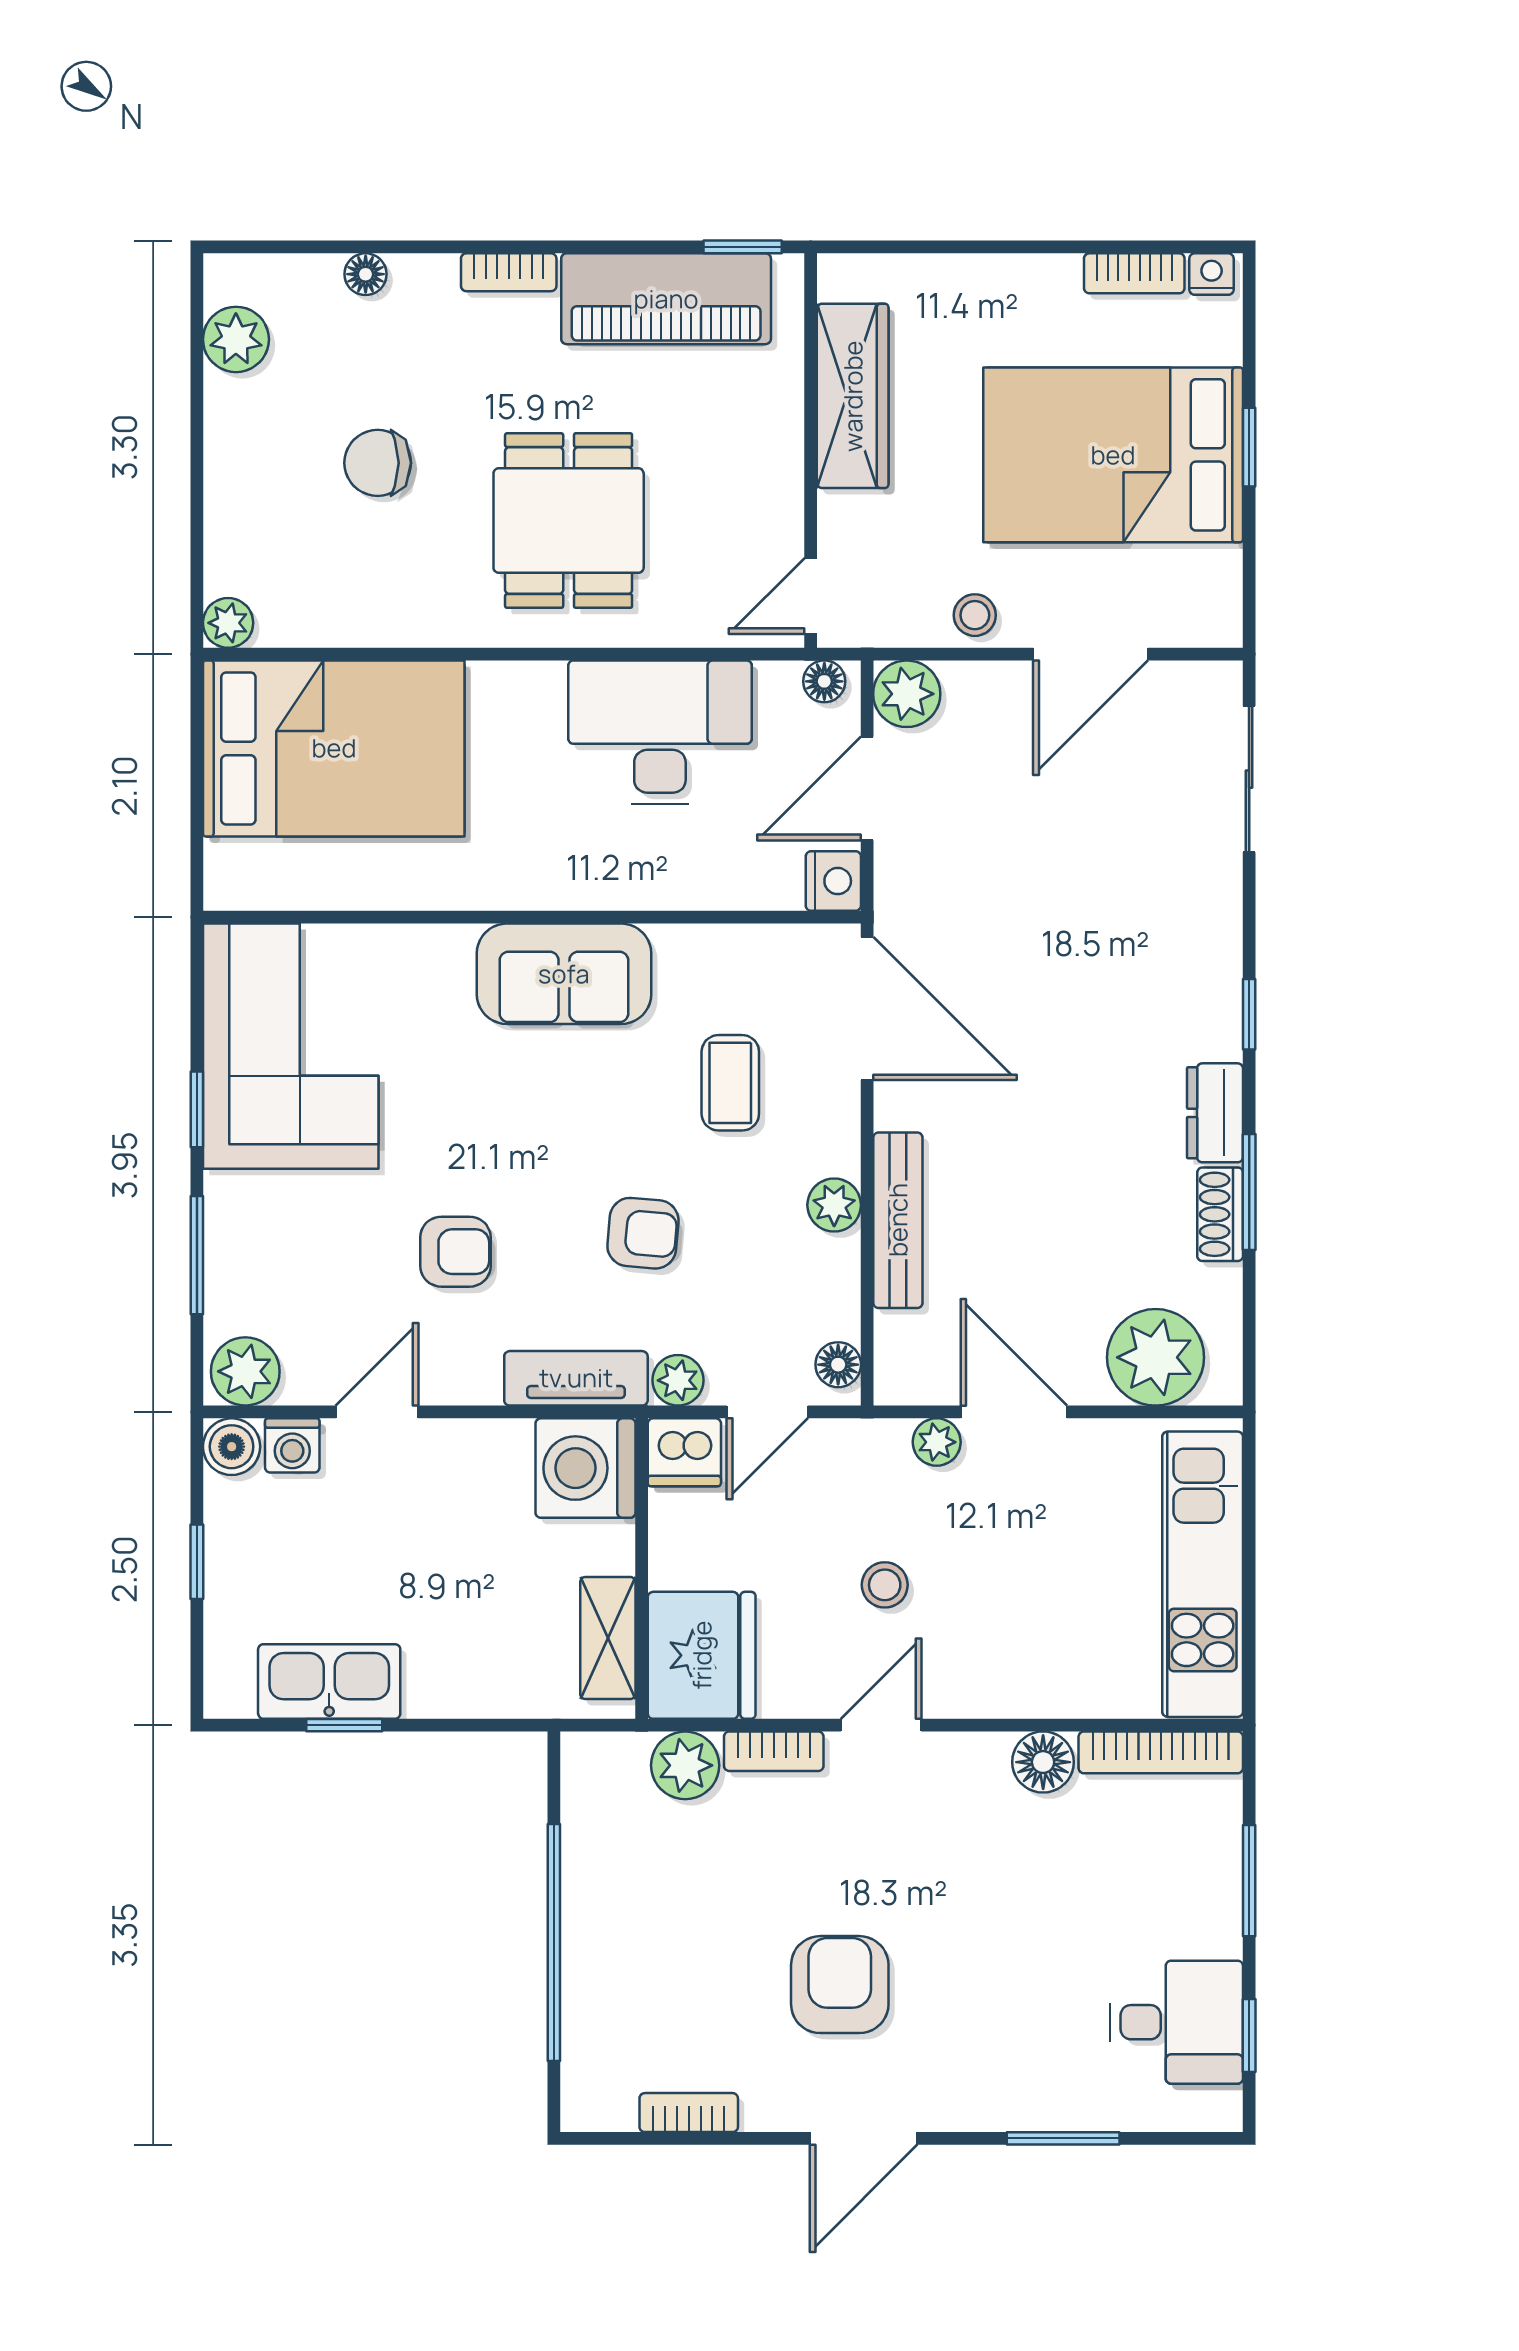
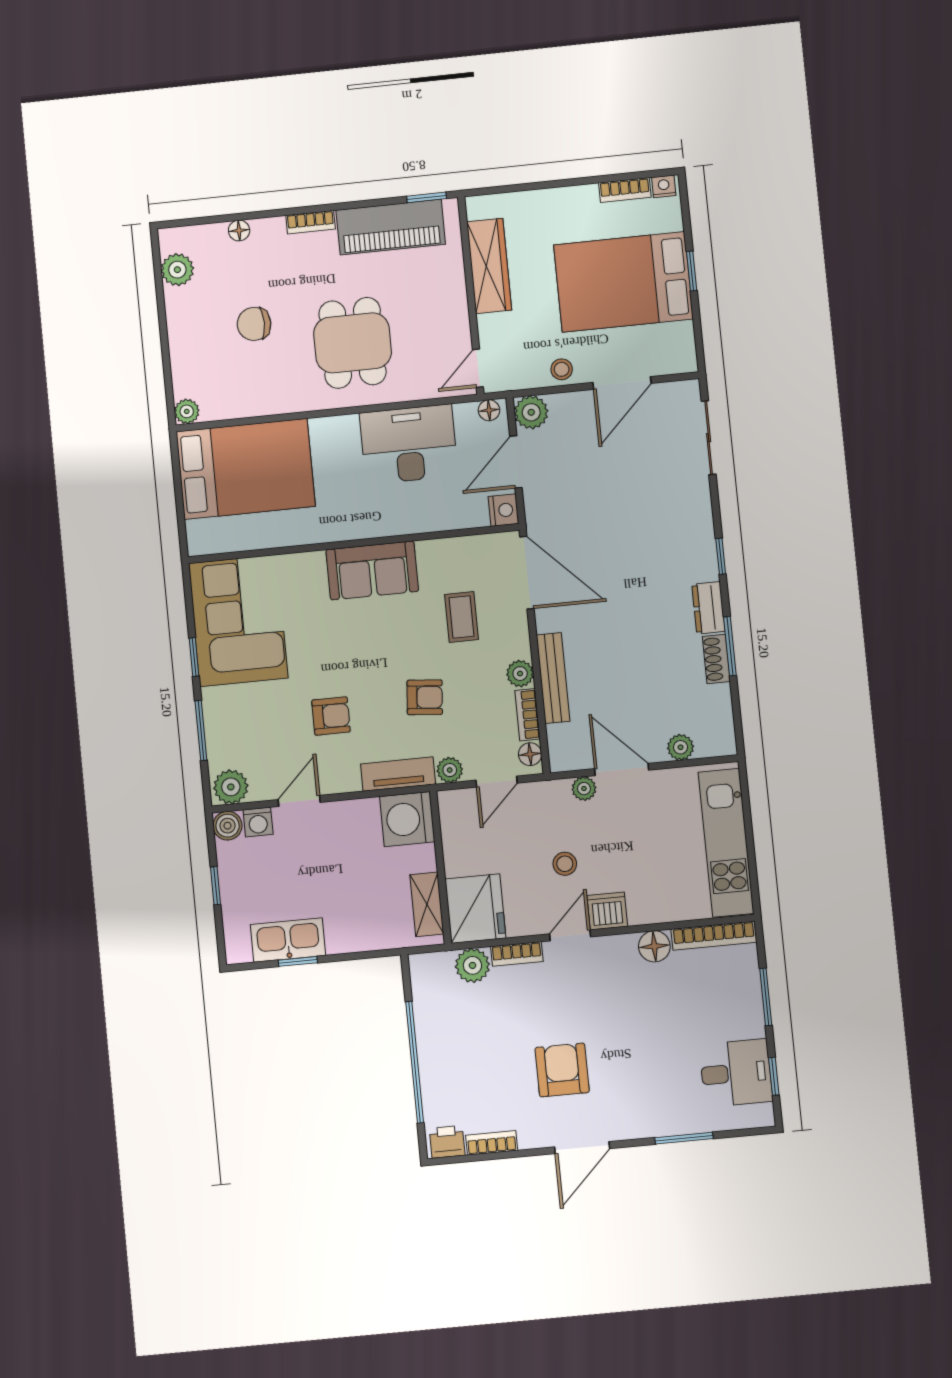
bookcase: (841, 1287) -> (527, 715), added
plant: (1156, 1357) -> (681, 747), width x0.53, depth x0.53
dishwasher: (684, 1452) -> (607, 911), moved, turned 180
printer: (602, 2103) -> (447, 1142), added

